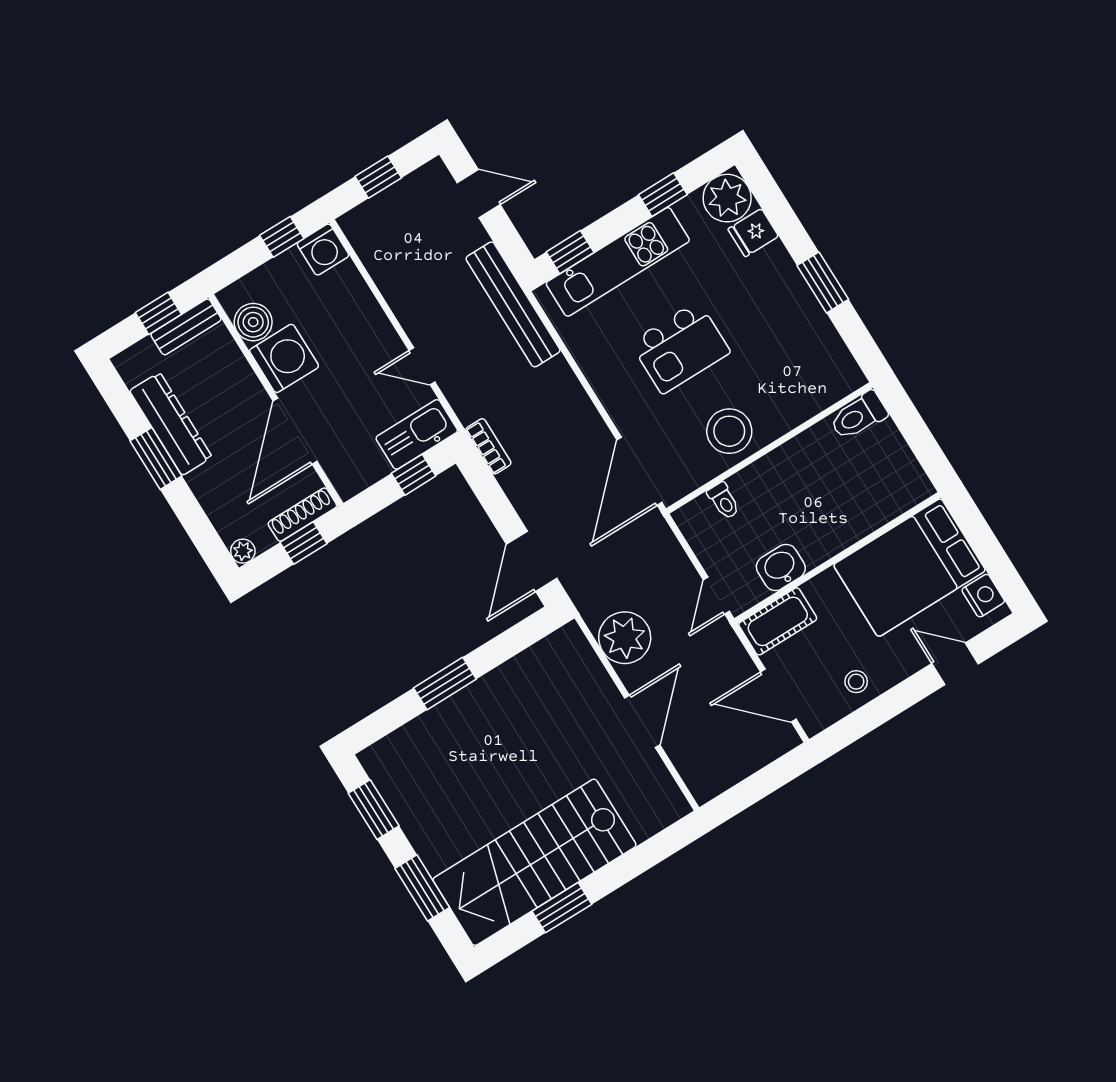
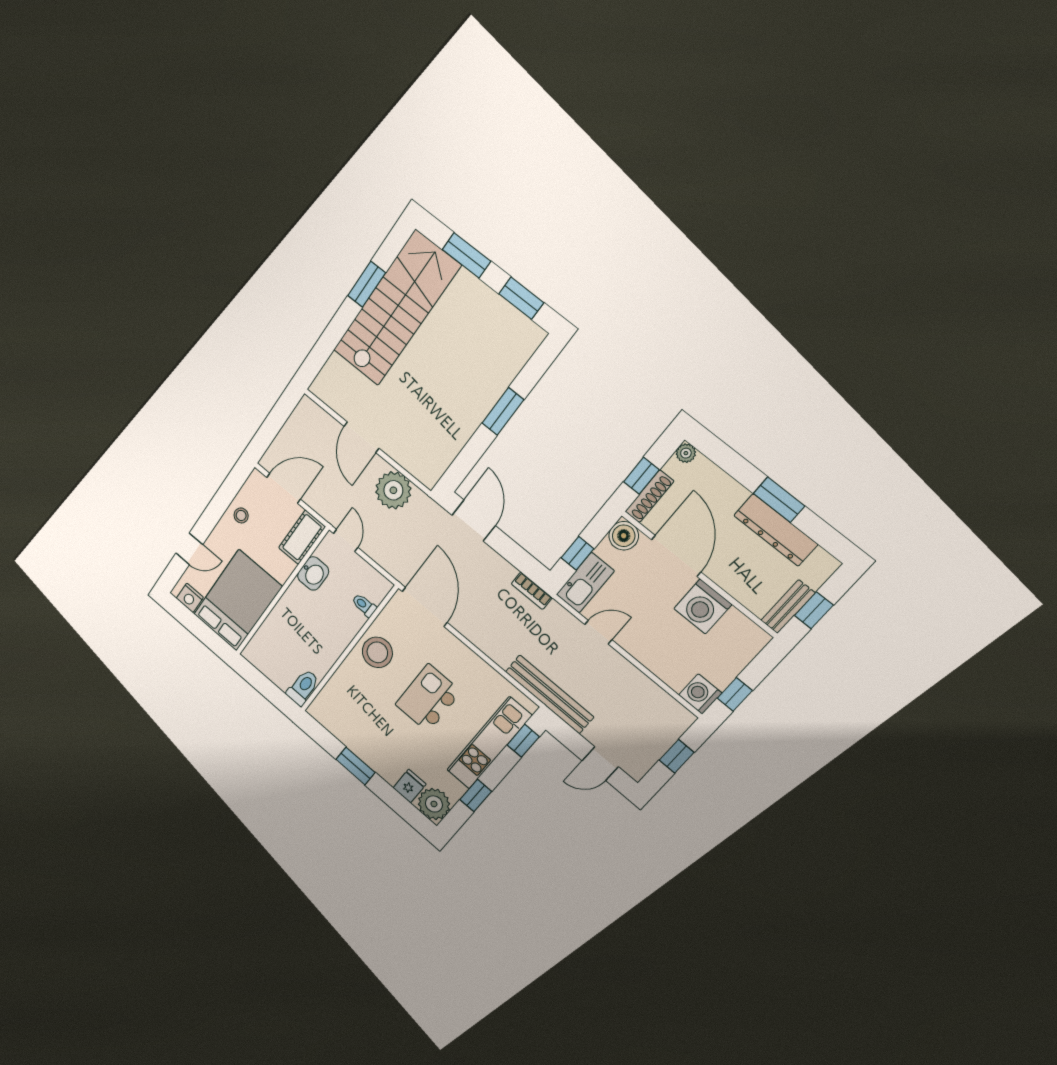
boiler: (253, 322) -> (624, 536), moved

